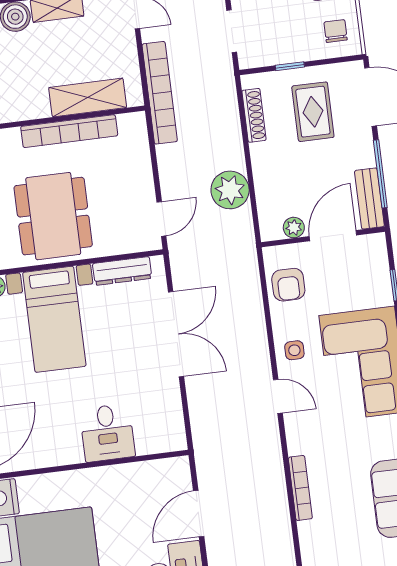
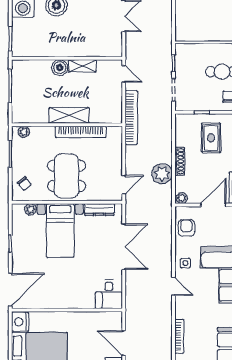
shelving: (88, 98) -> (69, 115), moved
shoe rack: (254, 115) -> (180, 161), moved
plant: (294, 228) -> (182, 198), moved
armchair: (288, 285) -> (186, 228), turned 180
desk: (107, 433) -> (109, 294), moved
door: (199, 514) -> (124, 343), hinge flipped

